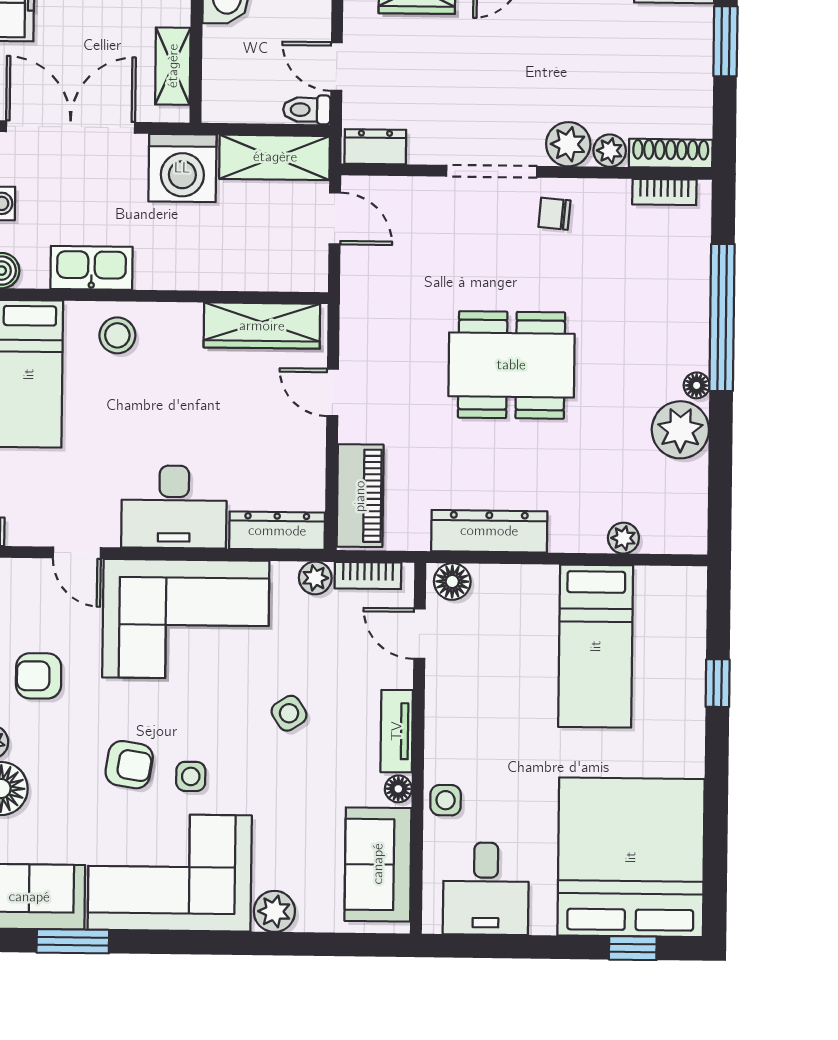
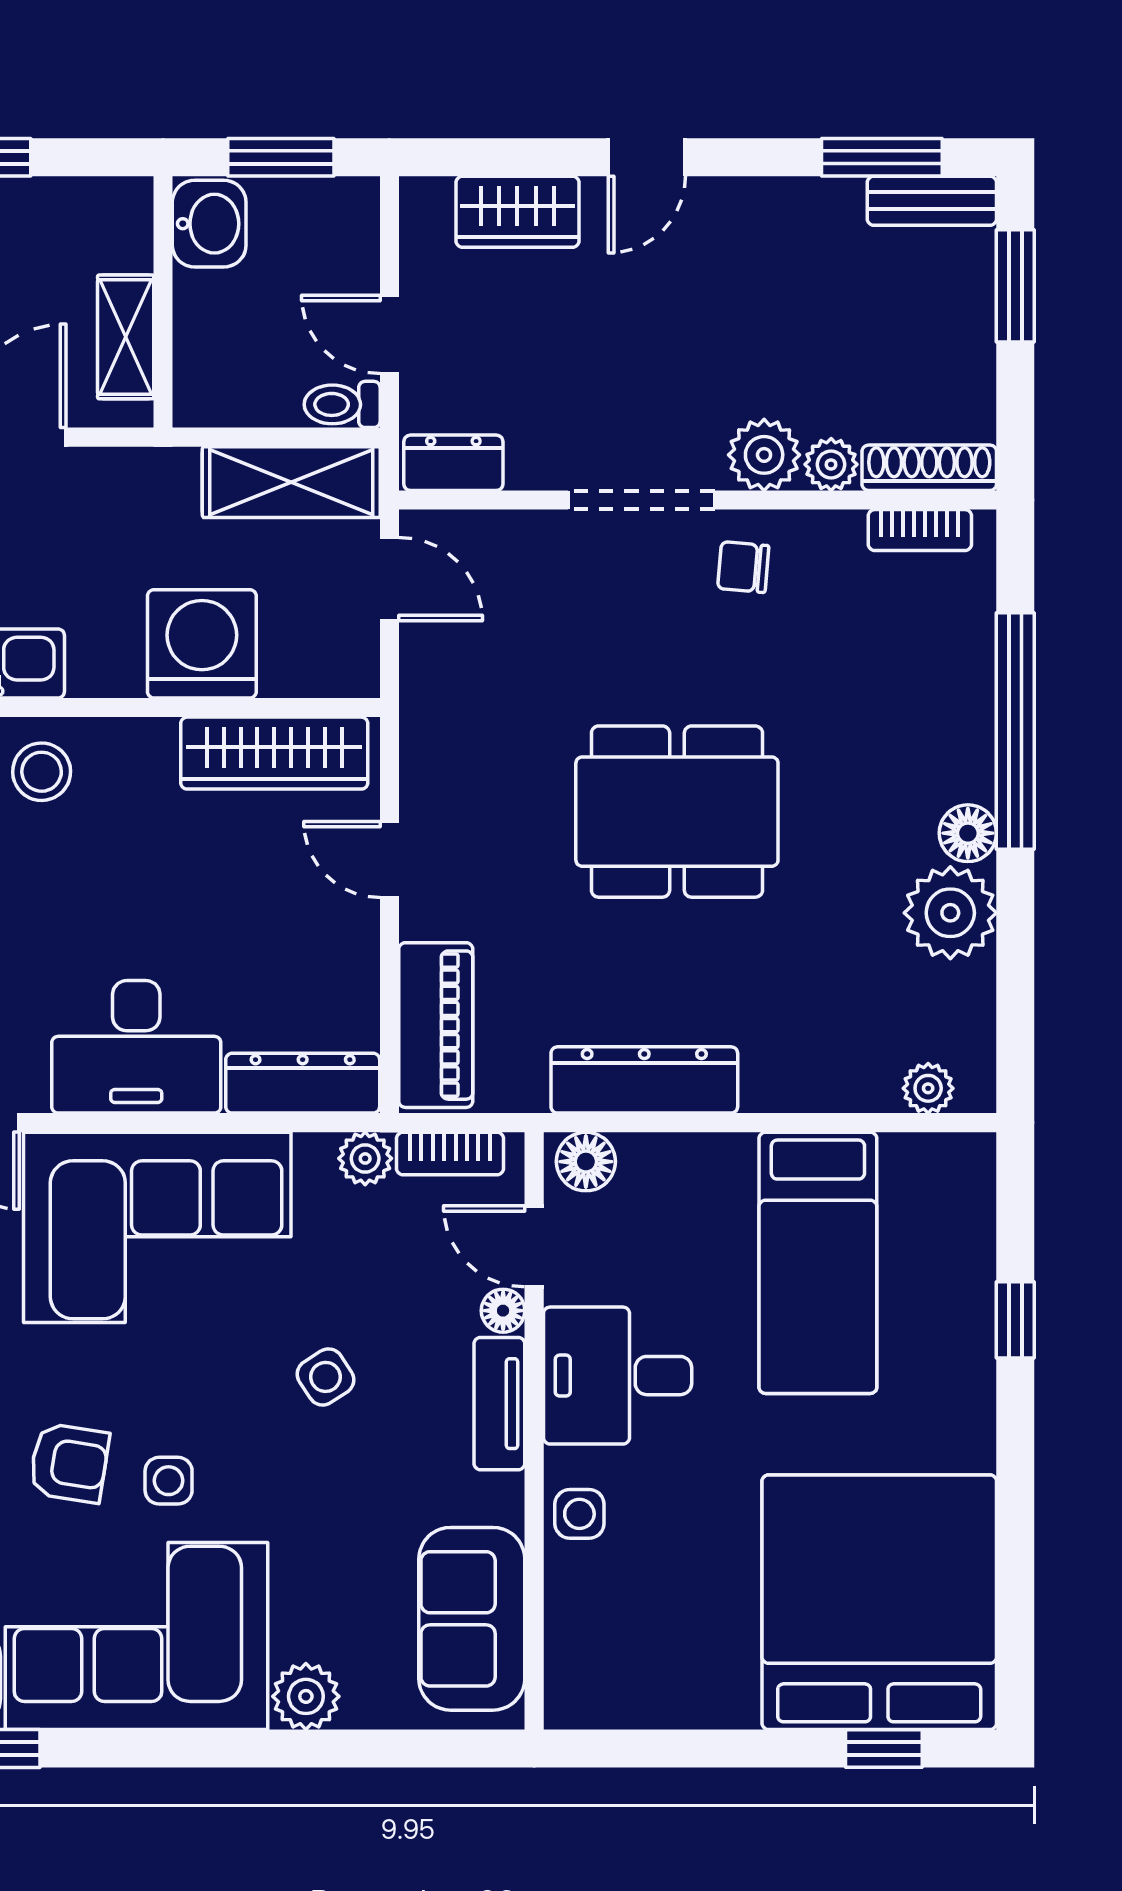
washing machine: (182, 168) -> (202, 644), moved, turned 180
floor lamp: (697, 385) -> (968, 833), width x1.37, depth x1.37
plant: (623, 538) -> (928, 1088), moved
floor lamp: (398, 789) -> (503, 1311), moved
desk: (486, 889) -> (618, 1376), moved, turned 90

